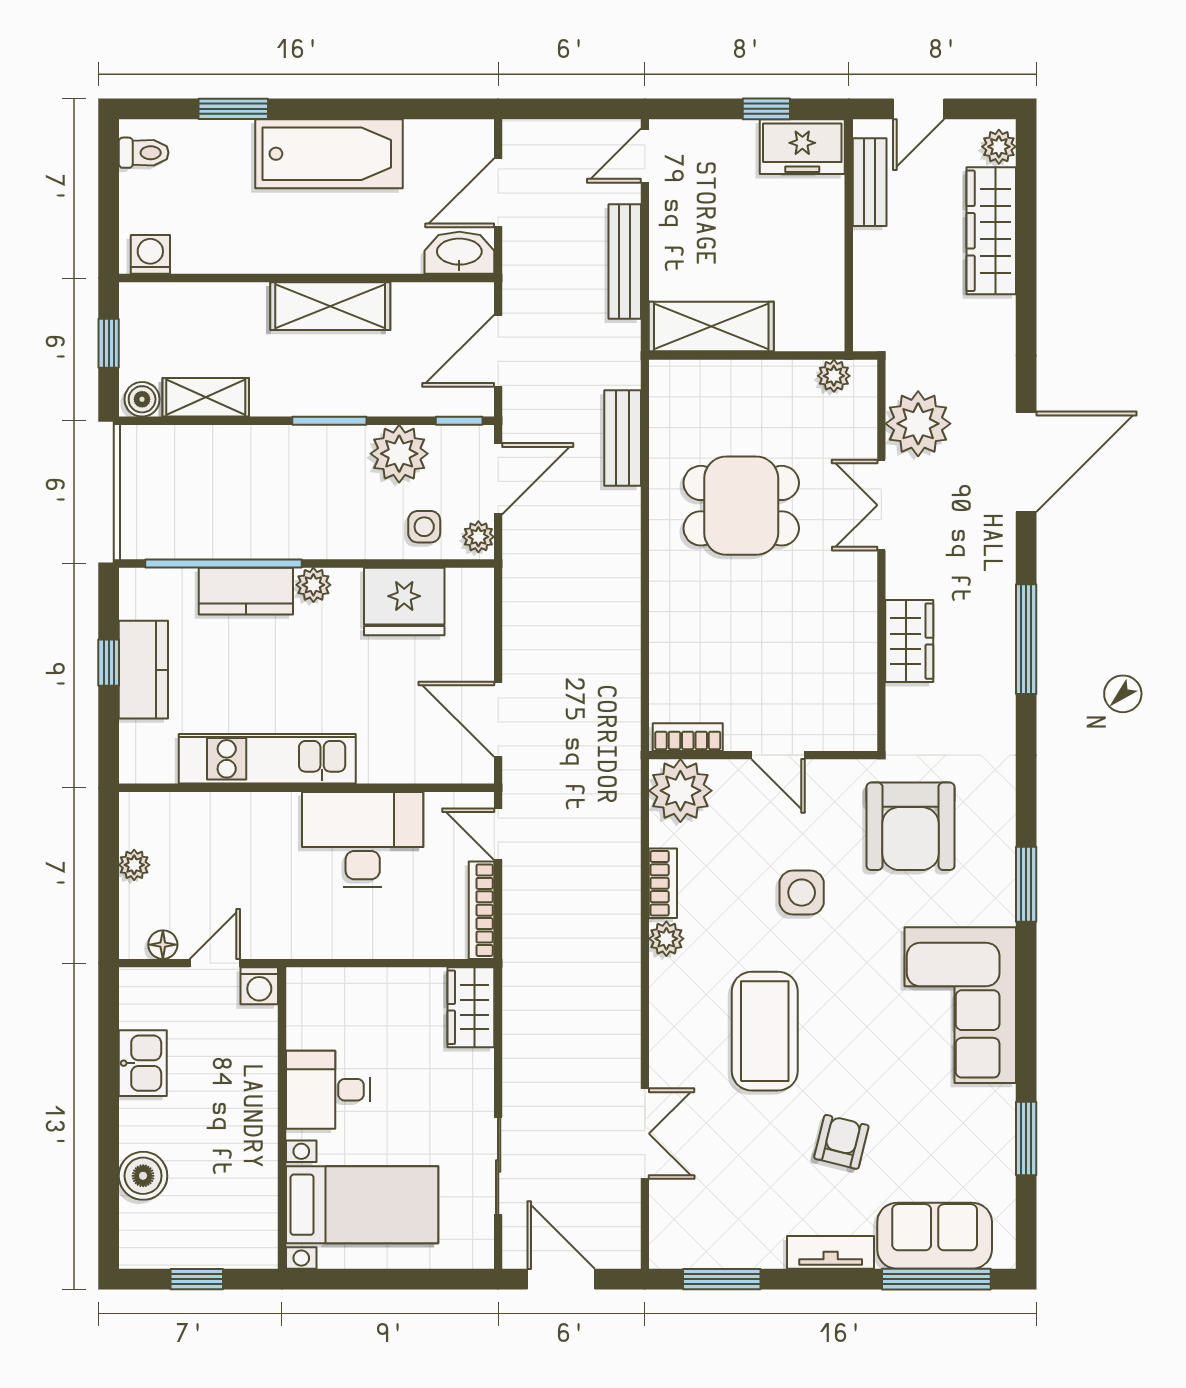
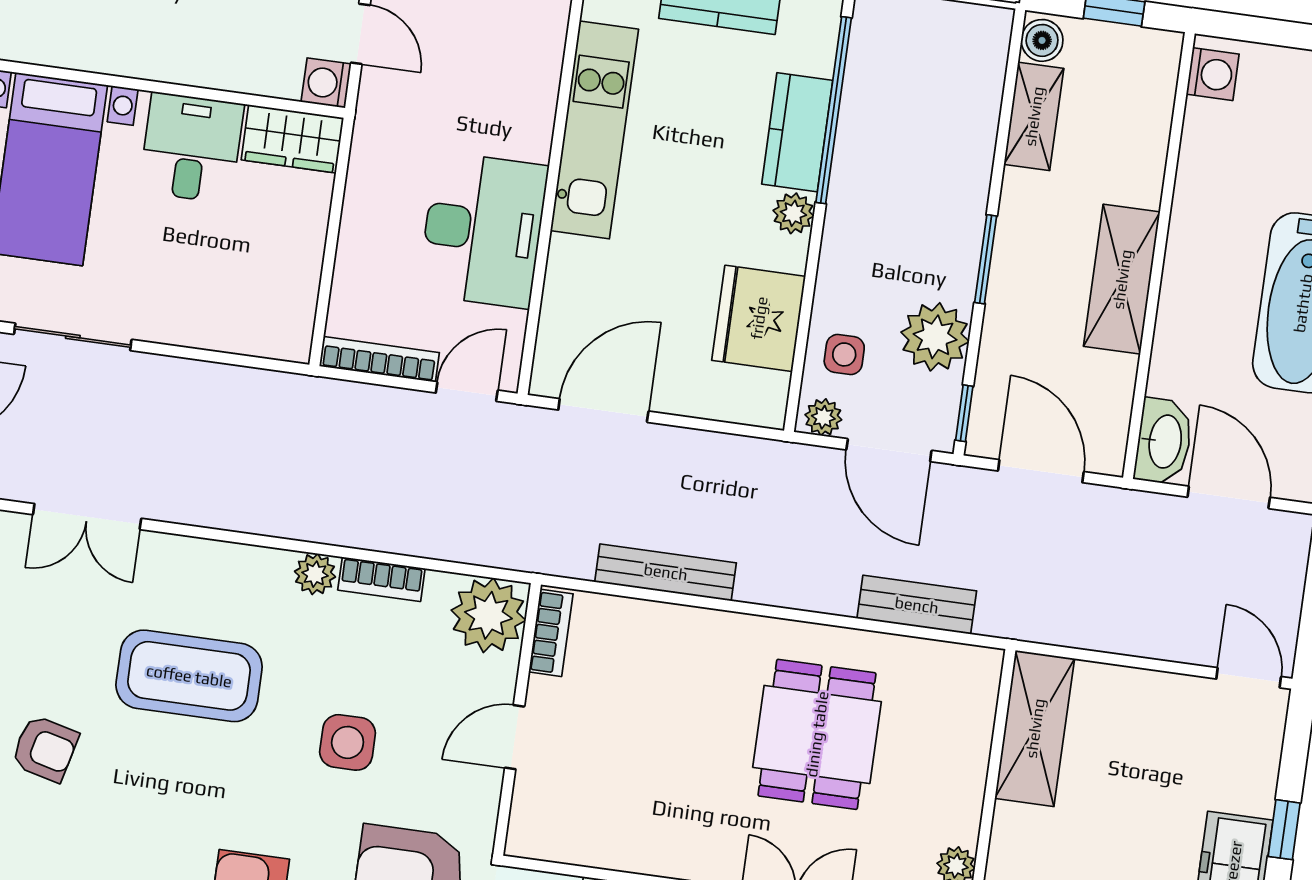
bench: (625, 261) -> (666, 572), moved
wardrobe: (471, 1007) -> (292, 139), moved, turned 180

